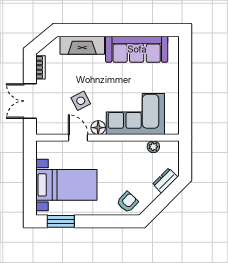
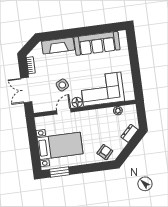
door: (78, 138) -> (64, 111), hinge flipped

